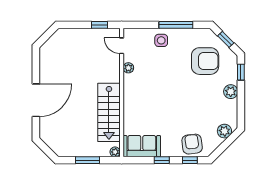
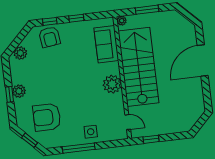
plant: (128, 68) -> (112, 84), moved, width x1.88, depth x1.88
window: (241, 72) -> (10, 94), moved
stairs: (109, 112) -> (138, 67), width x1.36, depth x1.51
sofa: (142, 146) -> (106, 44), moved, turned 90

